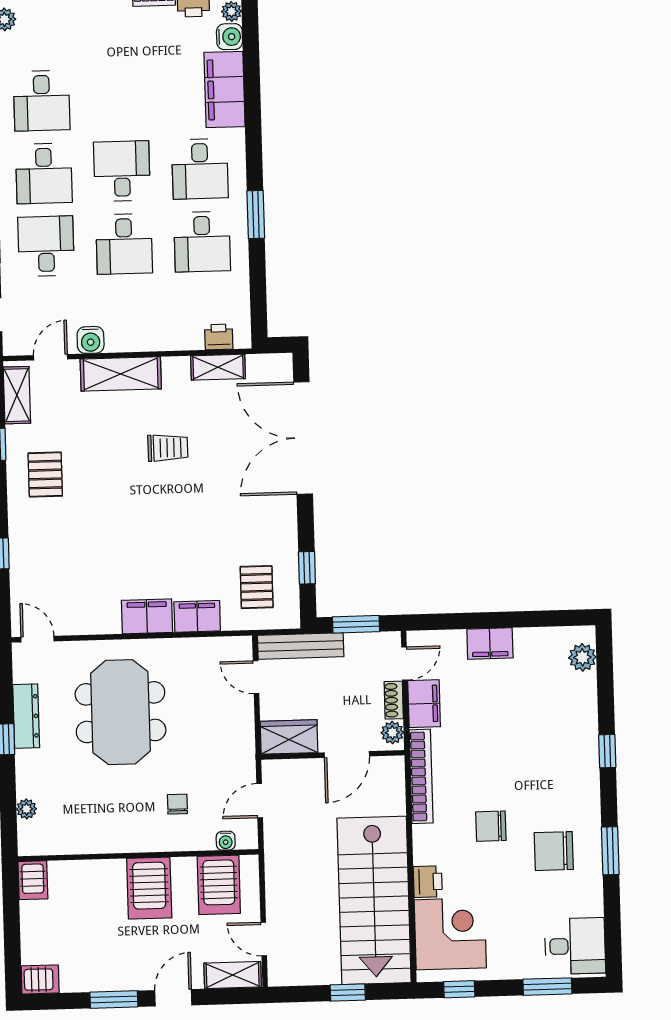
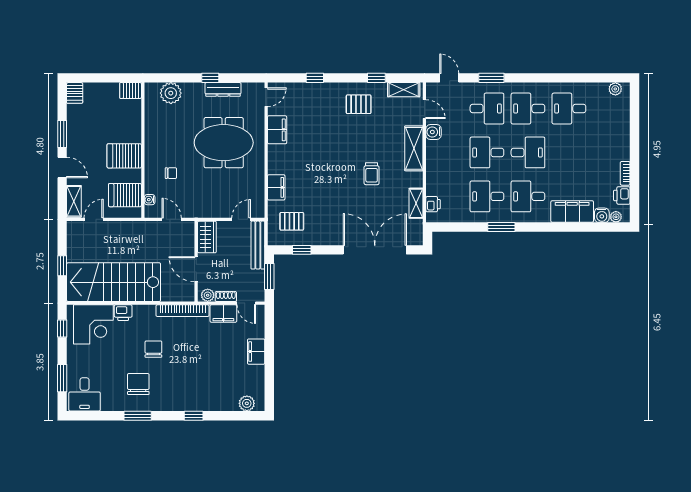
filing cabinet: (147, 616) -> (277, 130), moved
plant: (26, 809) -> (171, 93), width x1.87, depth x1.87

